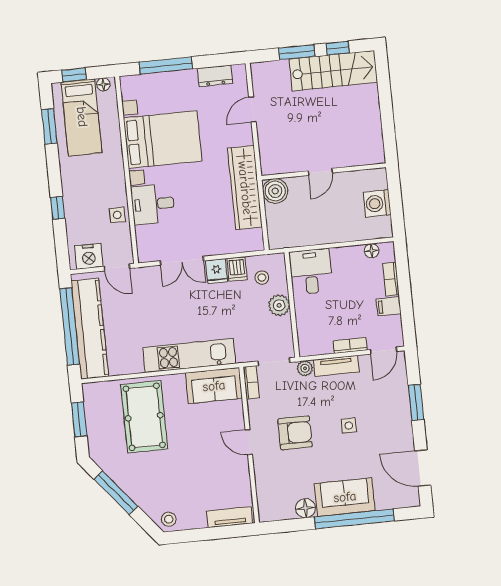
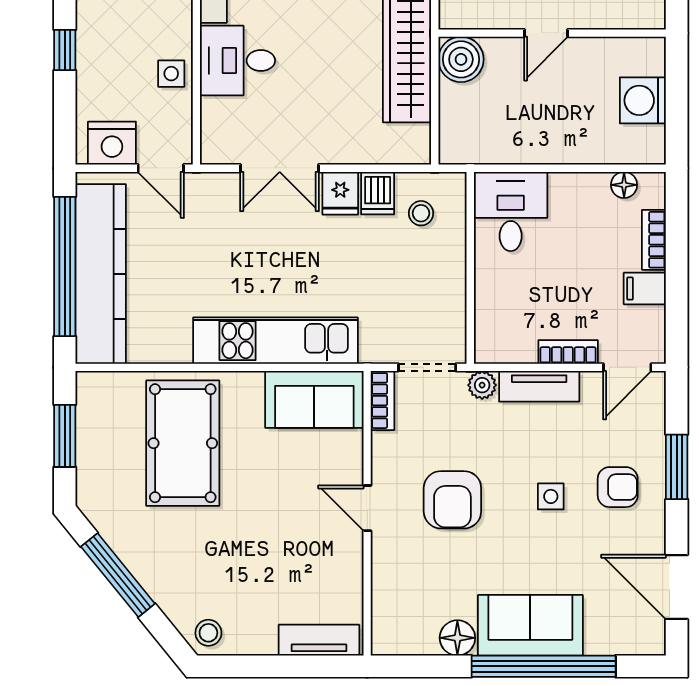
plant: (279, 305) -> (447, 267), removed
armchair: (385, 417) -> (618, 487), added
armchair: (295, 433) -> (452, 500), turned 90

